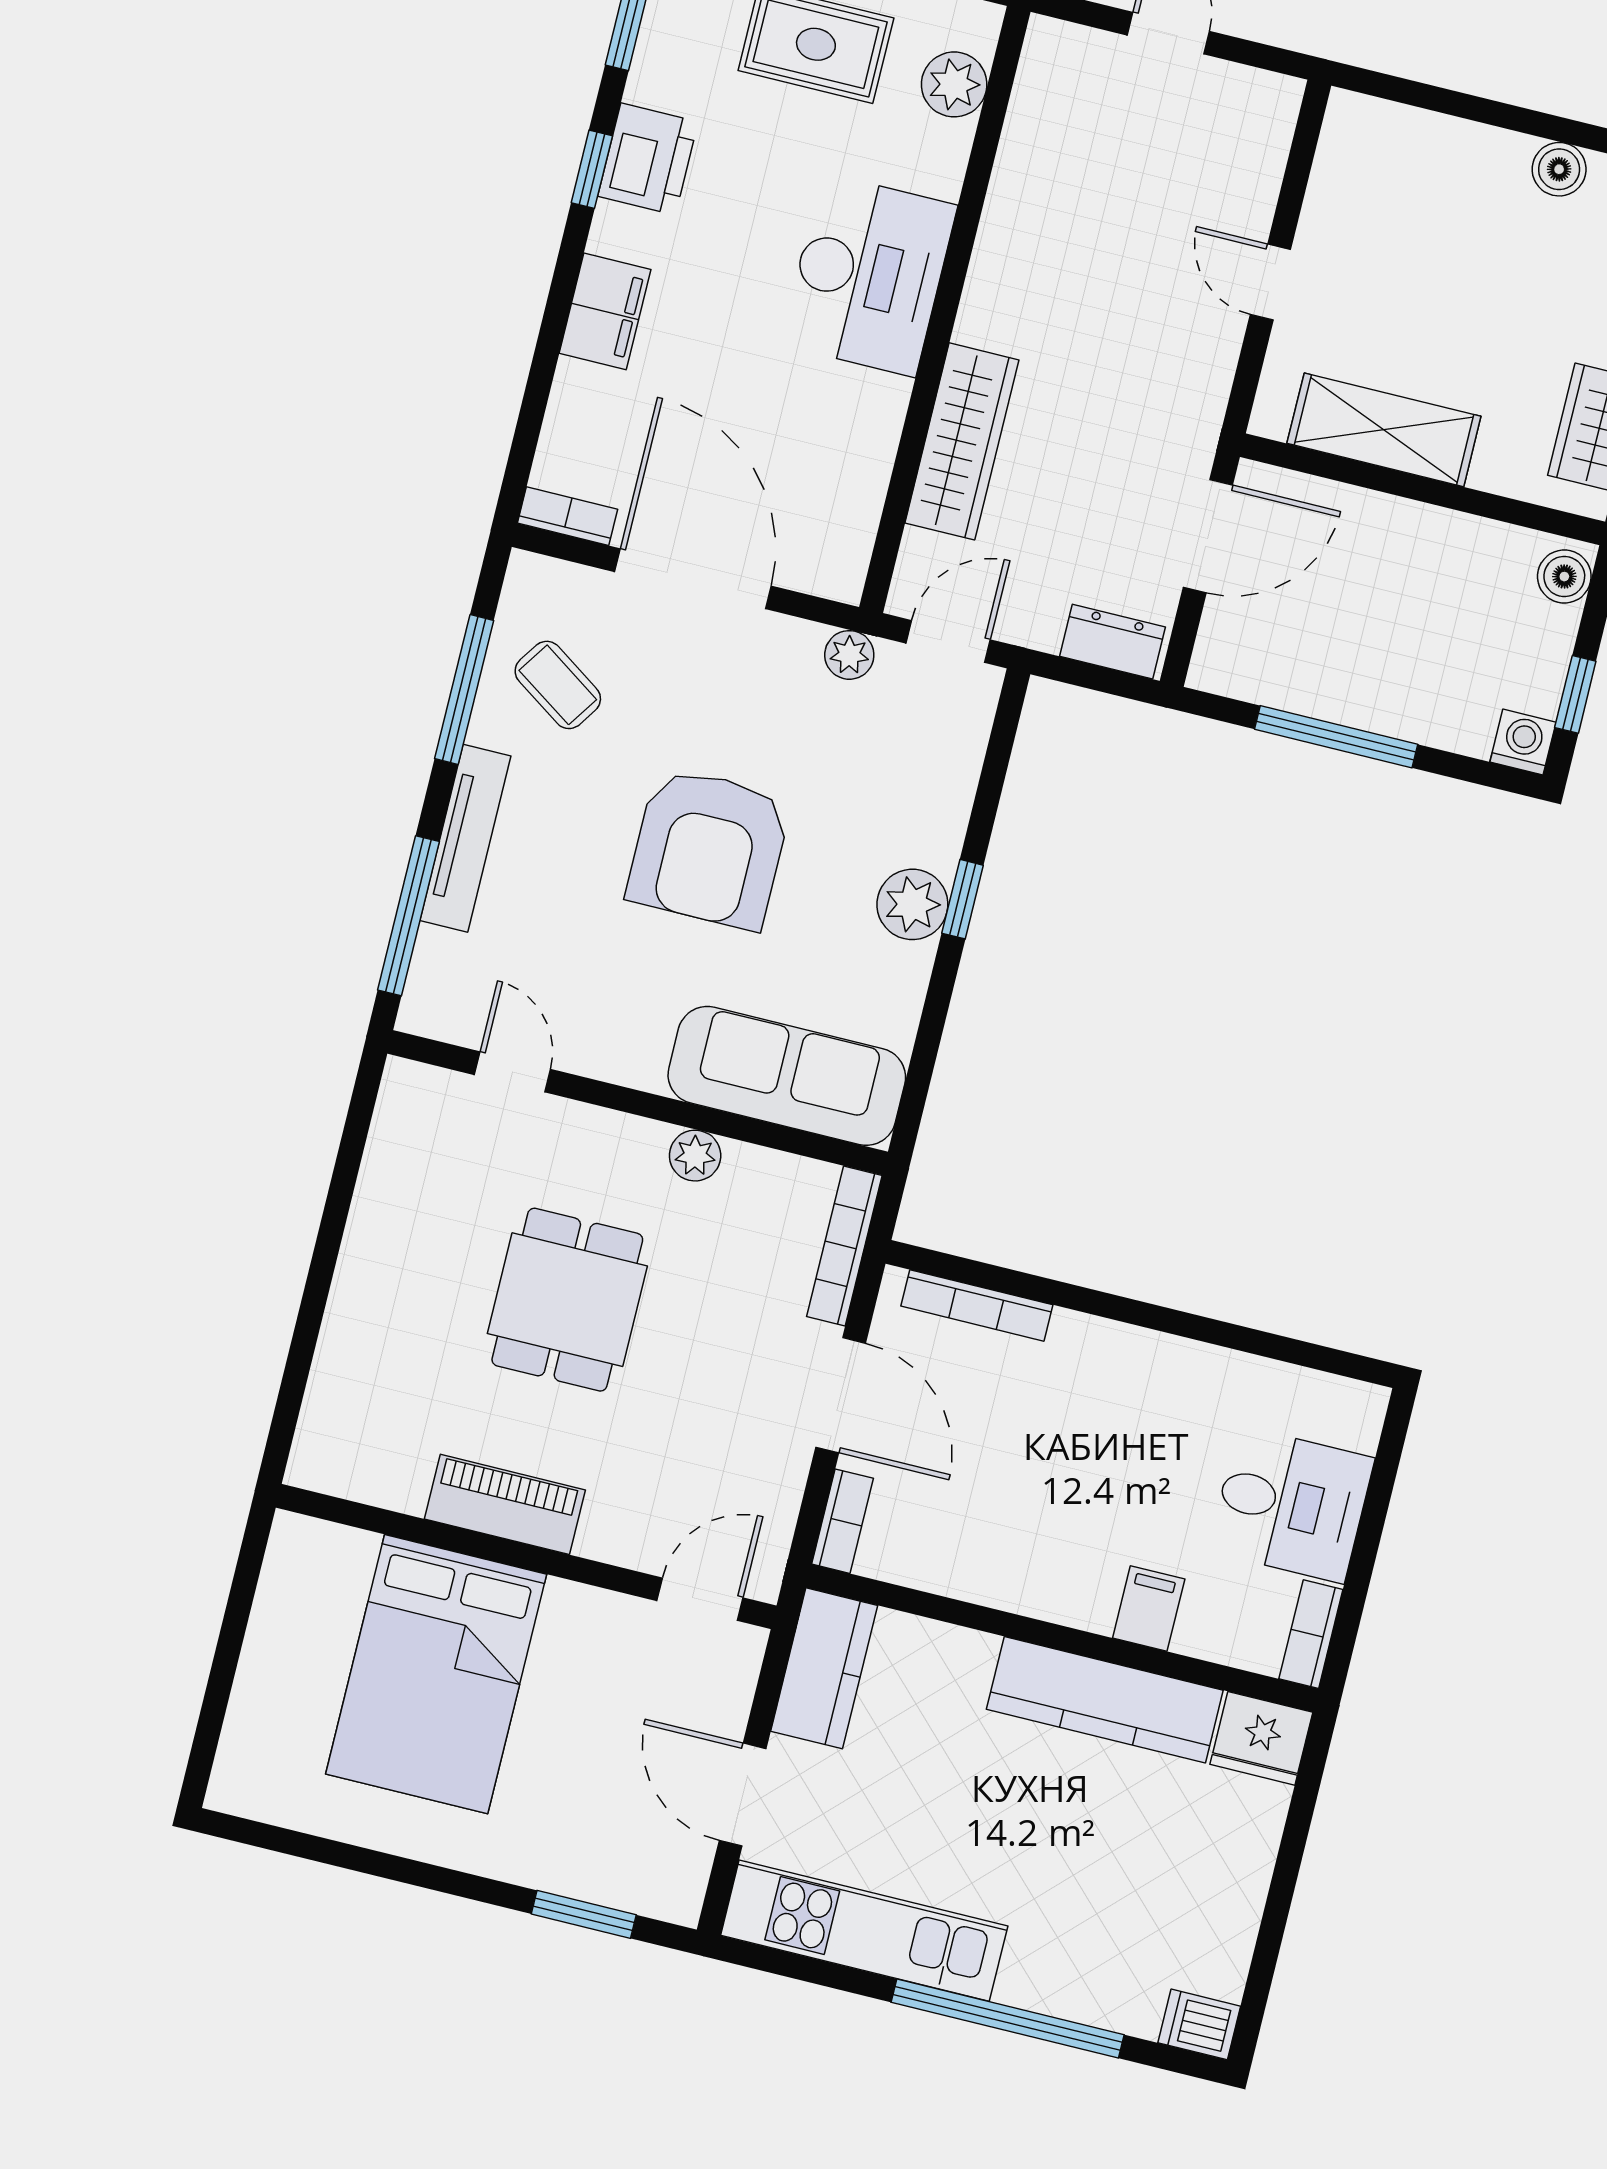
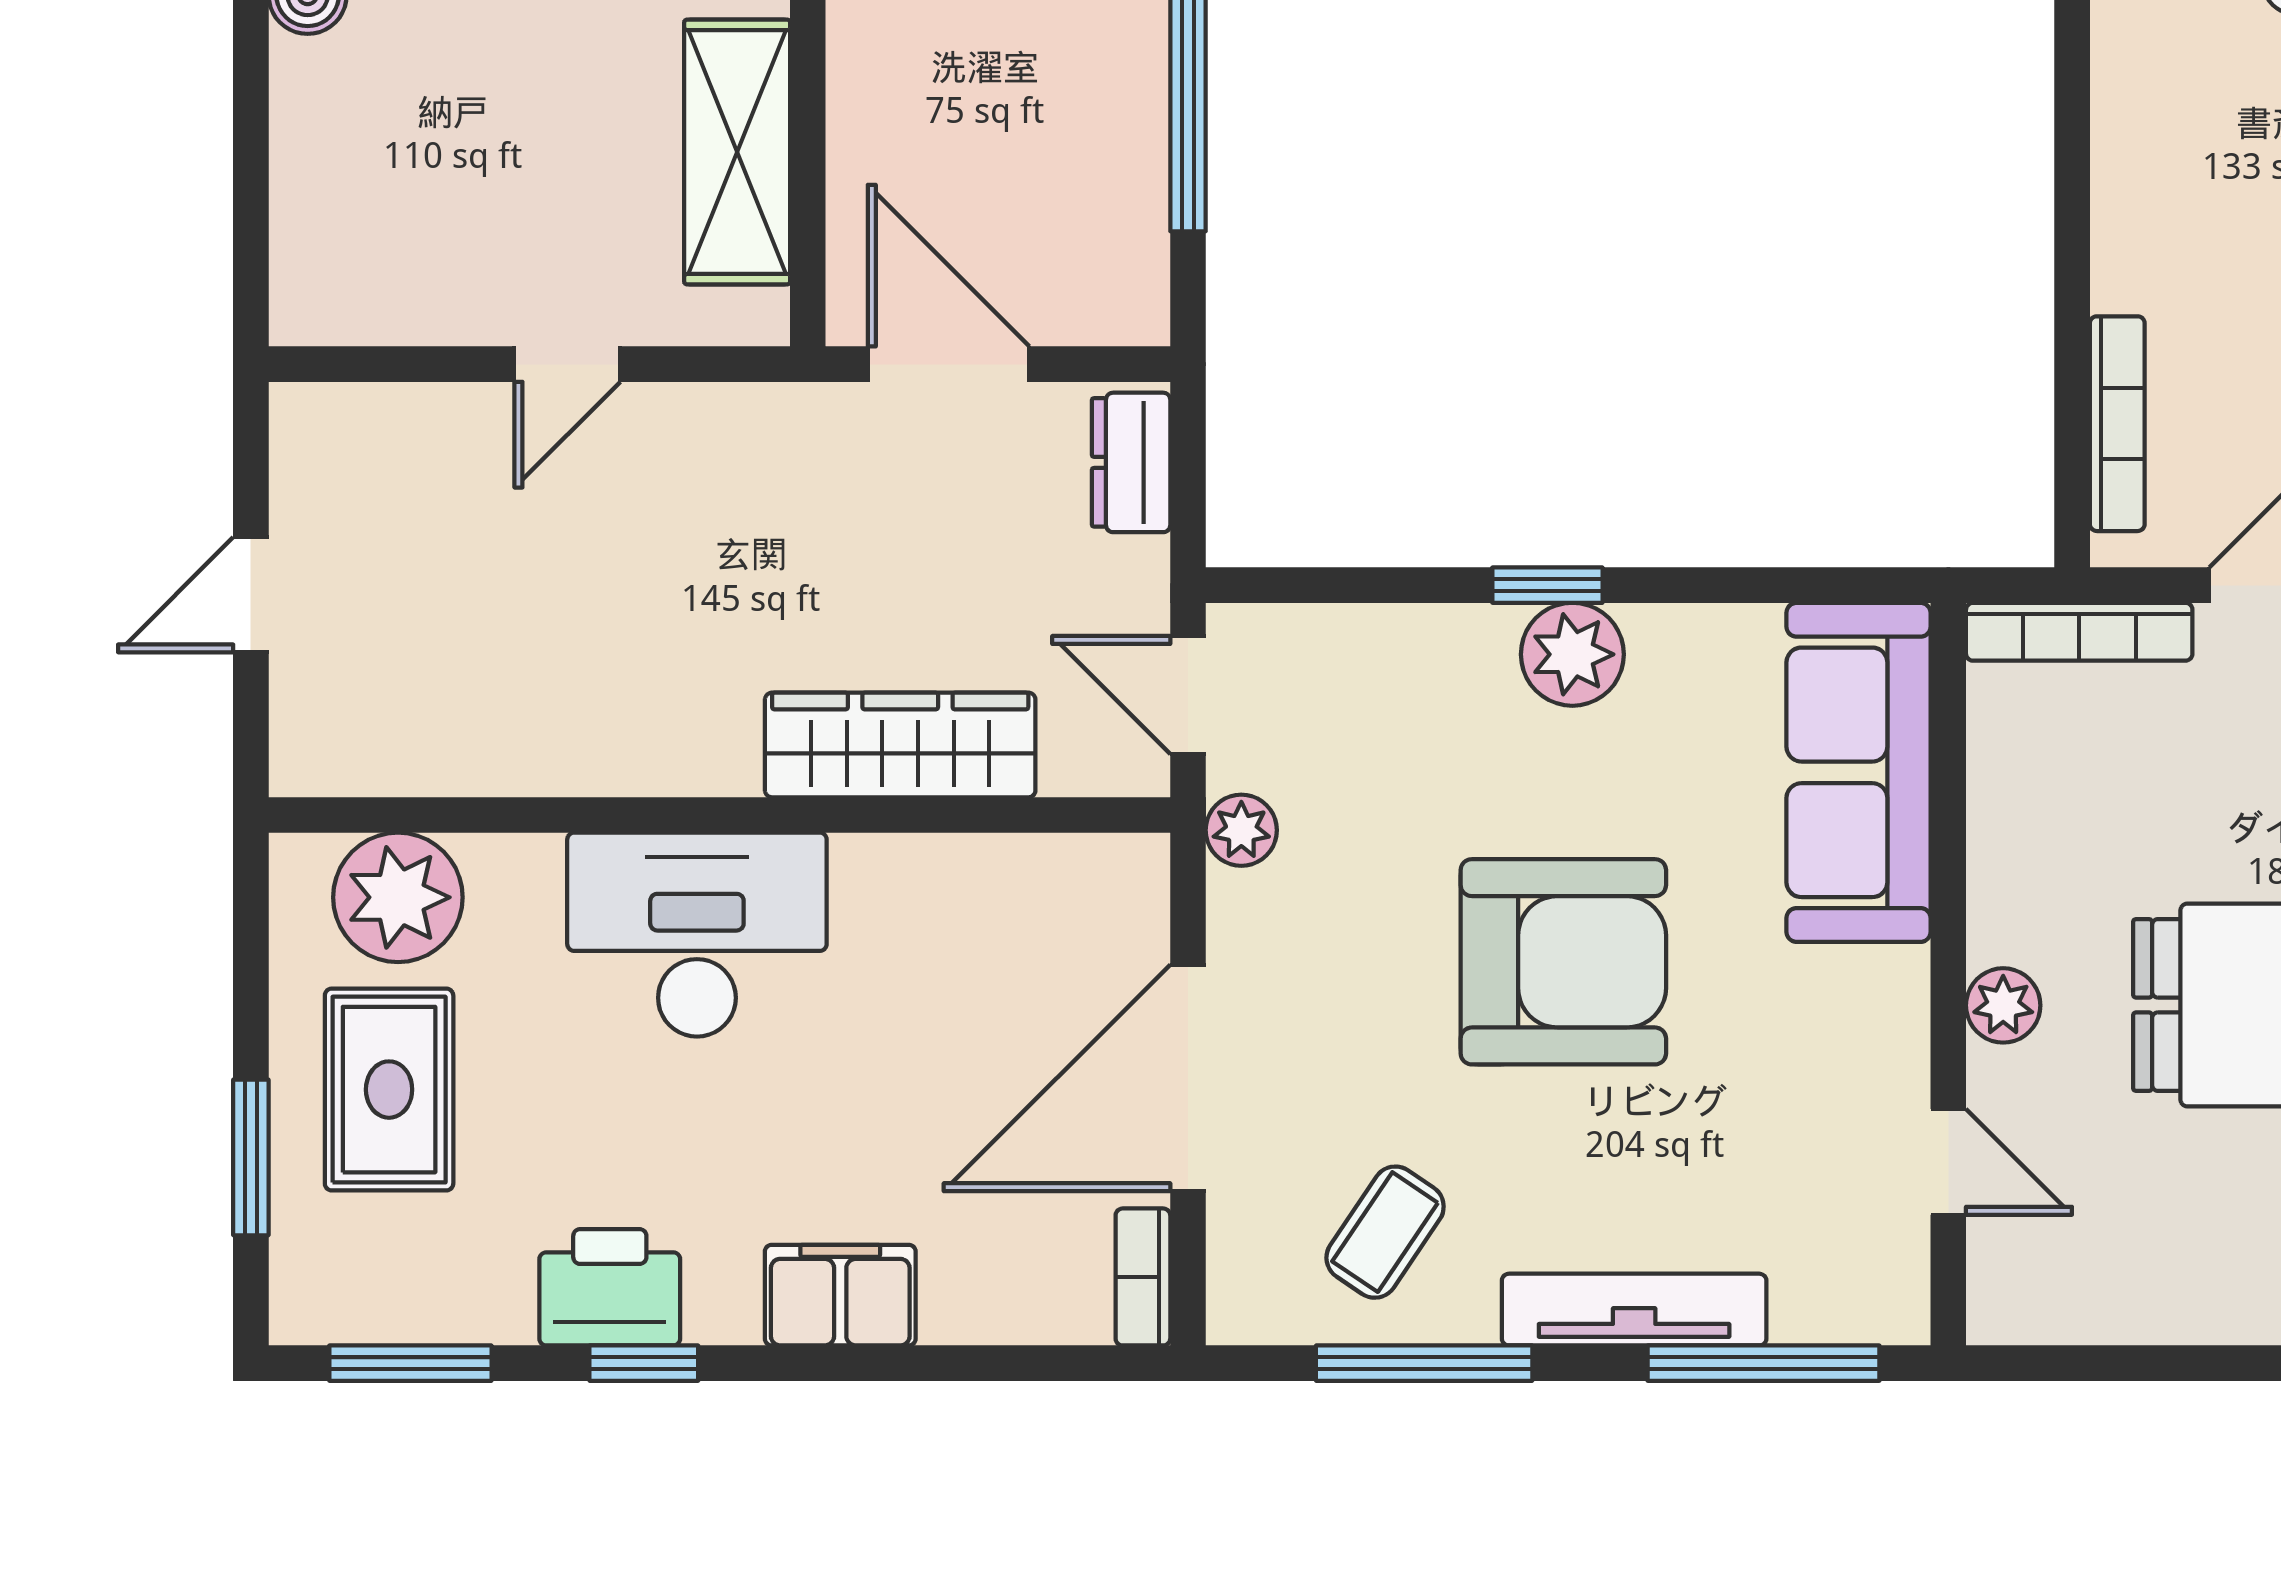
plant: (954, 84) -> (398, 897), width x1.36, depth x1.36
door: (512, 1072) -> (1948, 1162), swing flipped
plant: (695, 1156) -> (2003, 1005), moved

